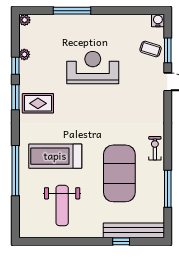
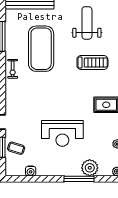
water cooler: (158, 21) -> (31, 171), moved
plant: (59, 25) -> (90, 168), added
treadmill: (55, 156) -> (92, 63), width x0.73, depth x0.73

